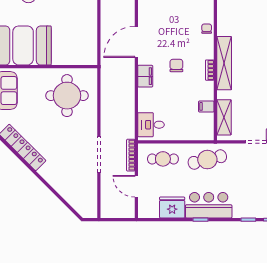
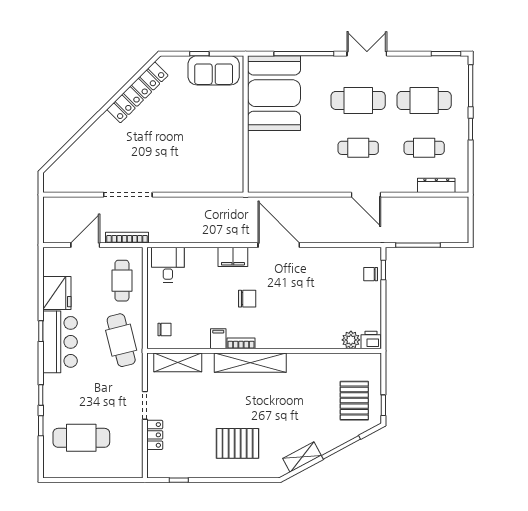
chair: (207, 29) -> (164, 329), moved
round table: (67, 96) -> (207, 152), removed
filing cabinet: (206, 106) -> (218, 339), moved

